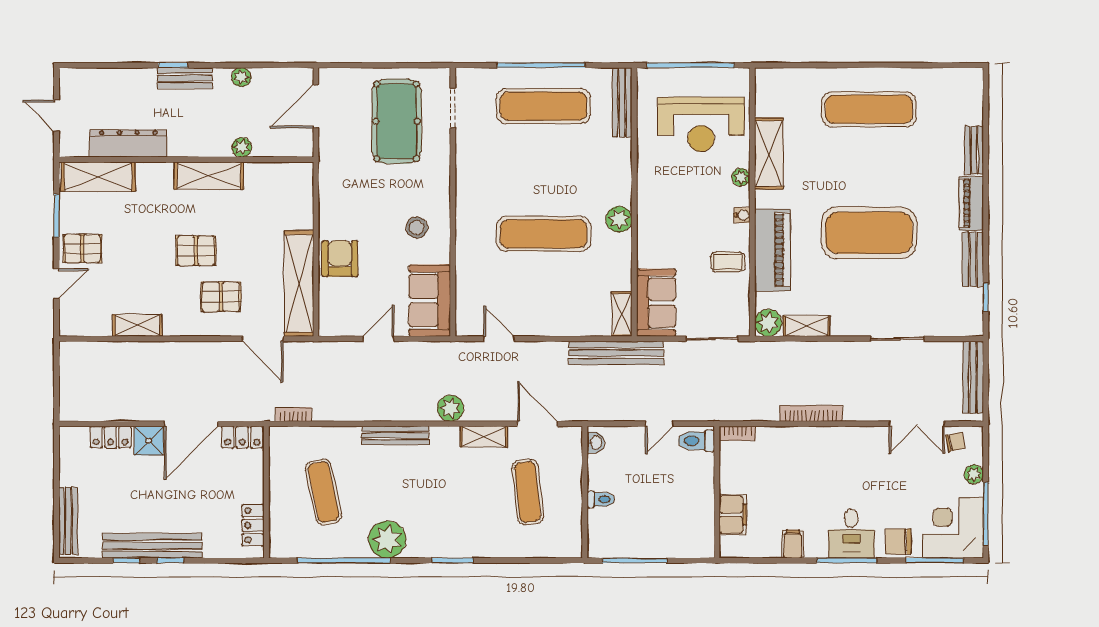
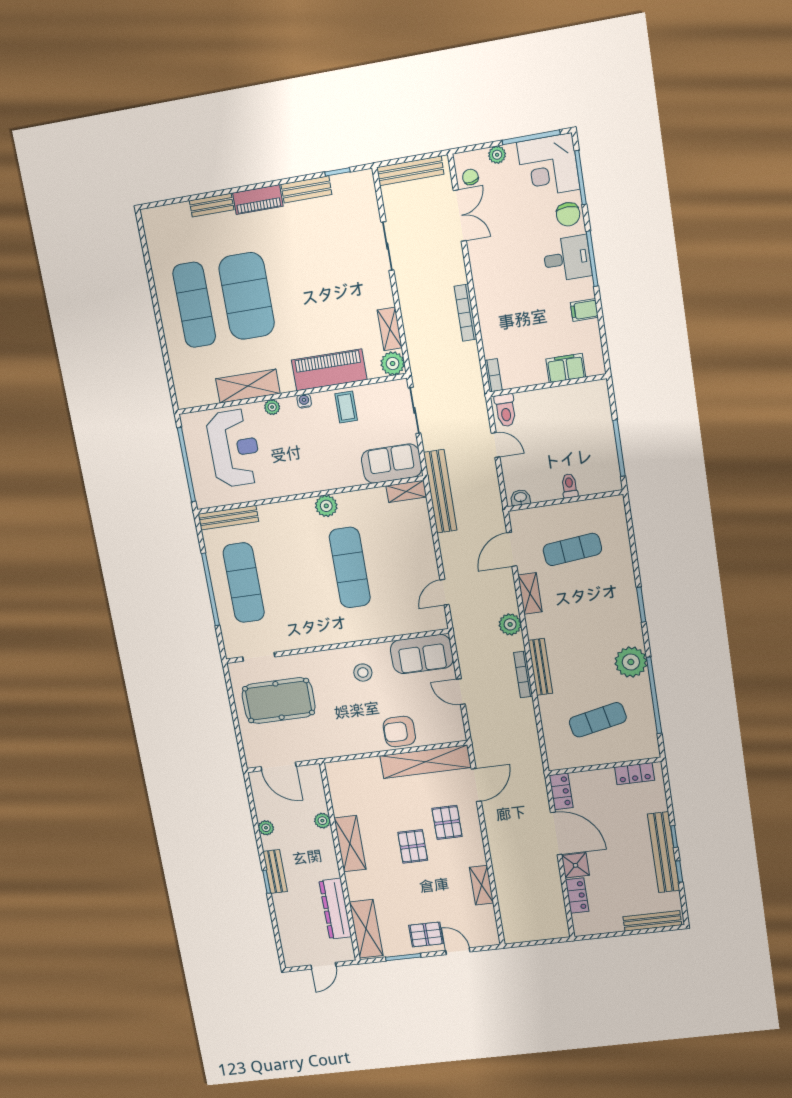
exercise mat: (869, 233) -> (247, 296), moved
pallet: (82, 248) -> (426, 934), turned 90
bookcase: (293, 414) -> (523, 674), moved, width x1.56

